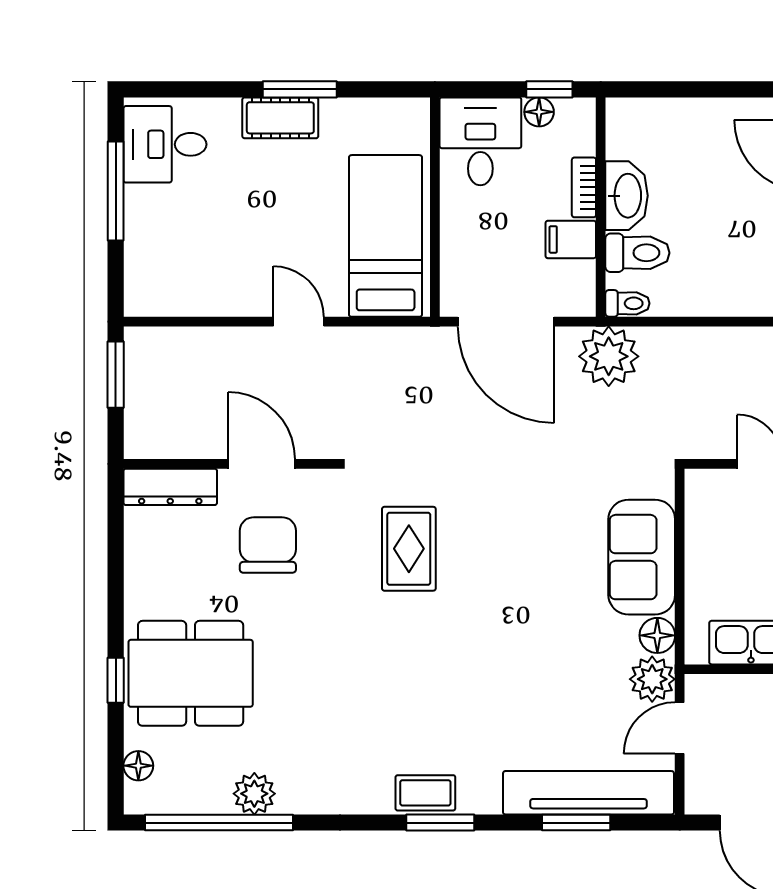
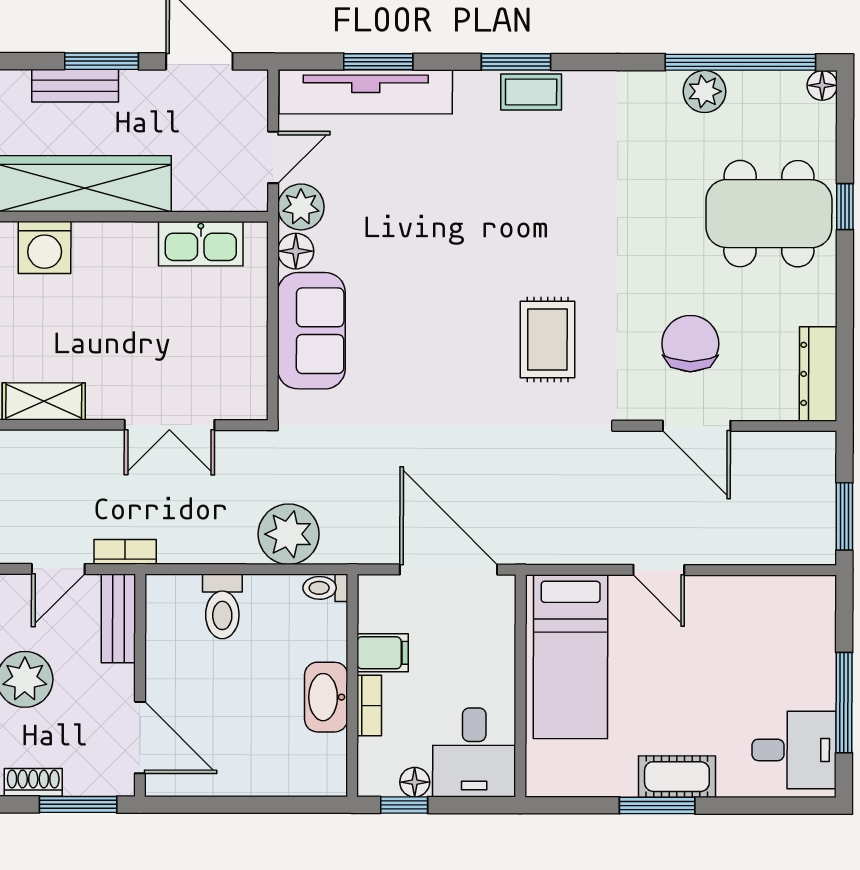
toilet: (637, 253) -> (222, 606), moved, turned -90
plant: (609, 356) -> (289, 534), moved
dresser: (170, 487) -> (818, 374), moved, turned -90
chair: (268, 545) -> (690, 344), turned 180
floor lamp: (138, 766) -> (822, 85), moved

